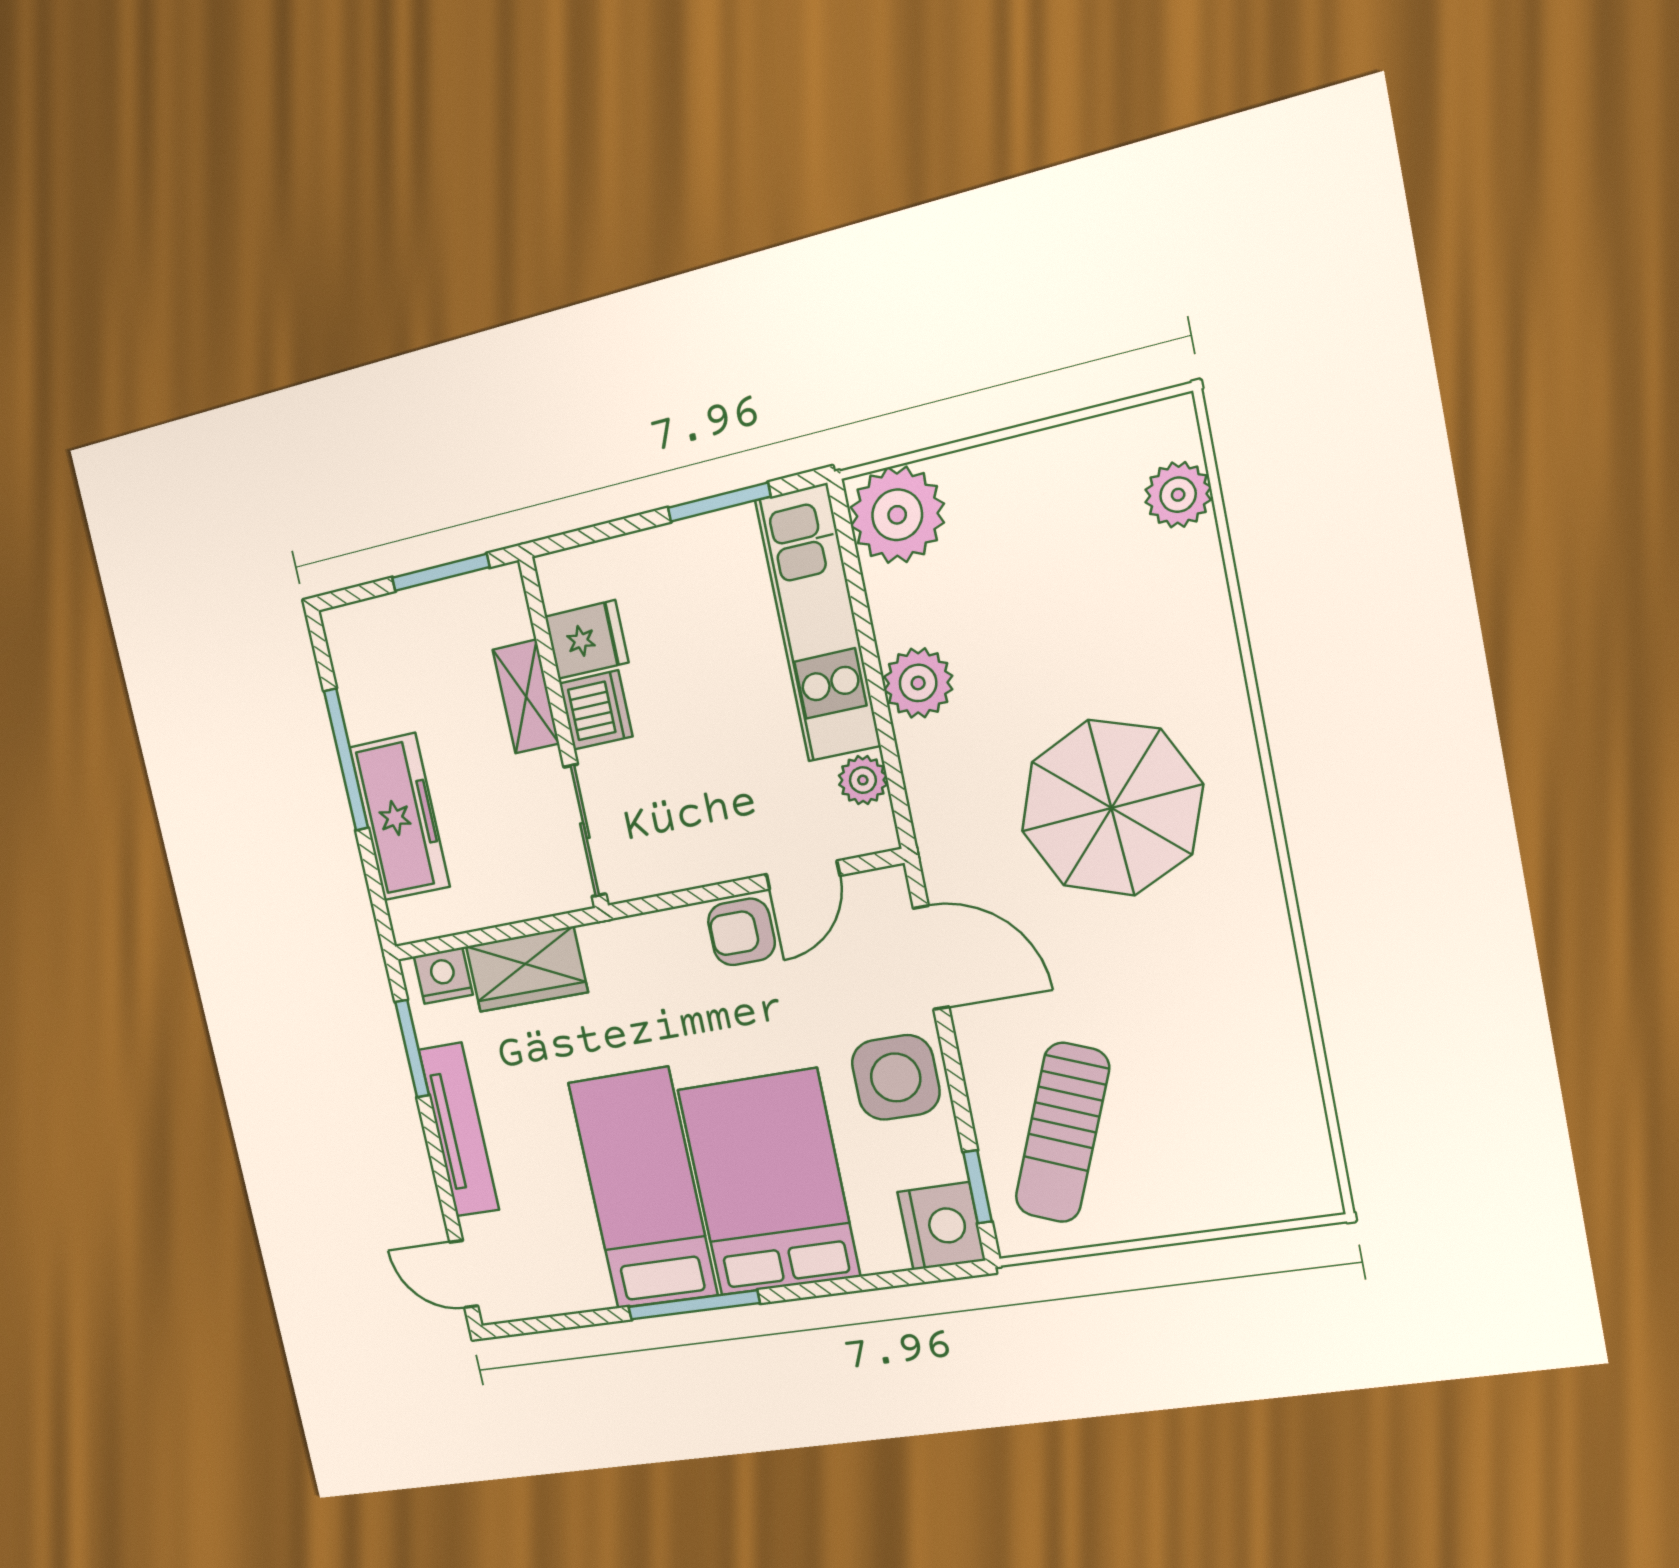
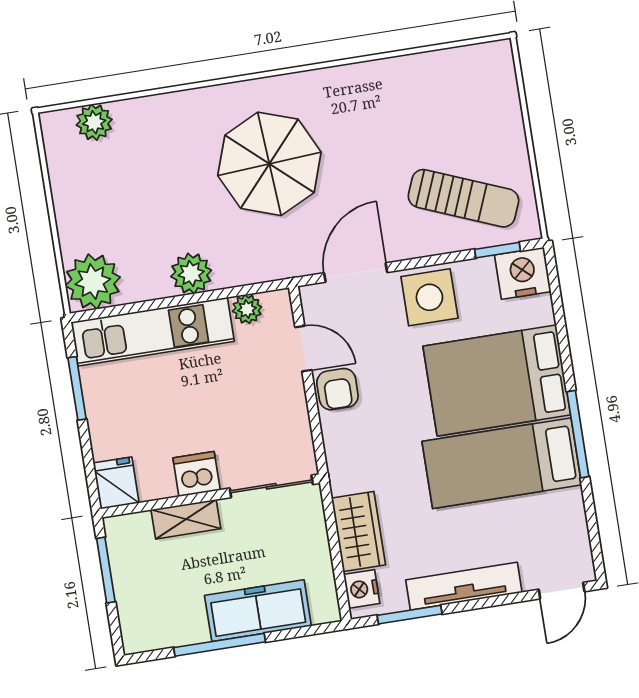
fridge: (587, 640) -> (116, 483), moved

